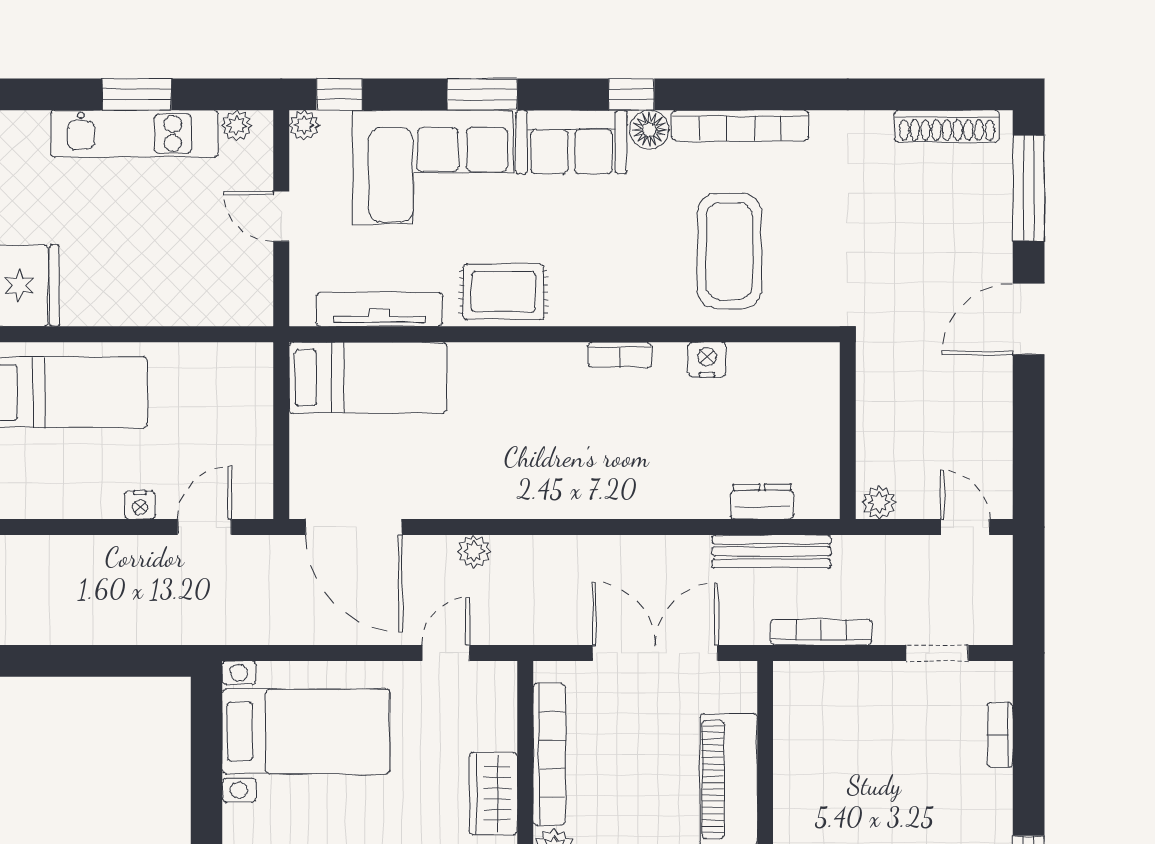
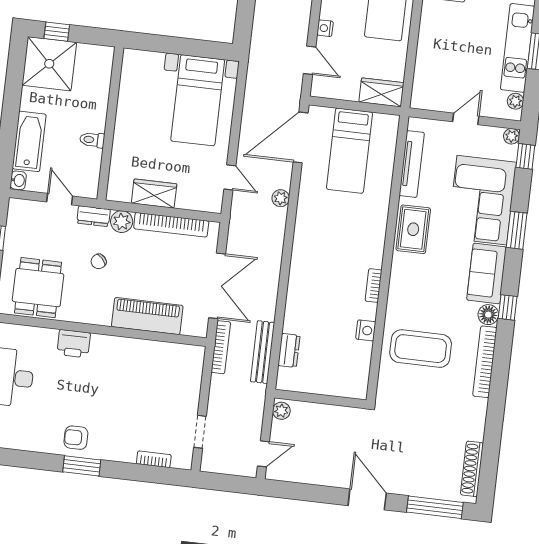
bed: (368, 378) -> (349, 151), moved
wardrobe: (250, 383) -> (381, 92), added
bookcase: (821, 632) -> (221, 347), moved

